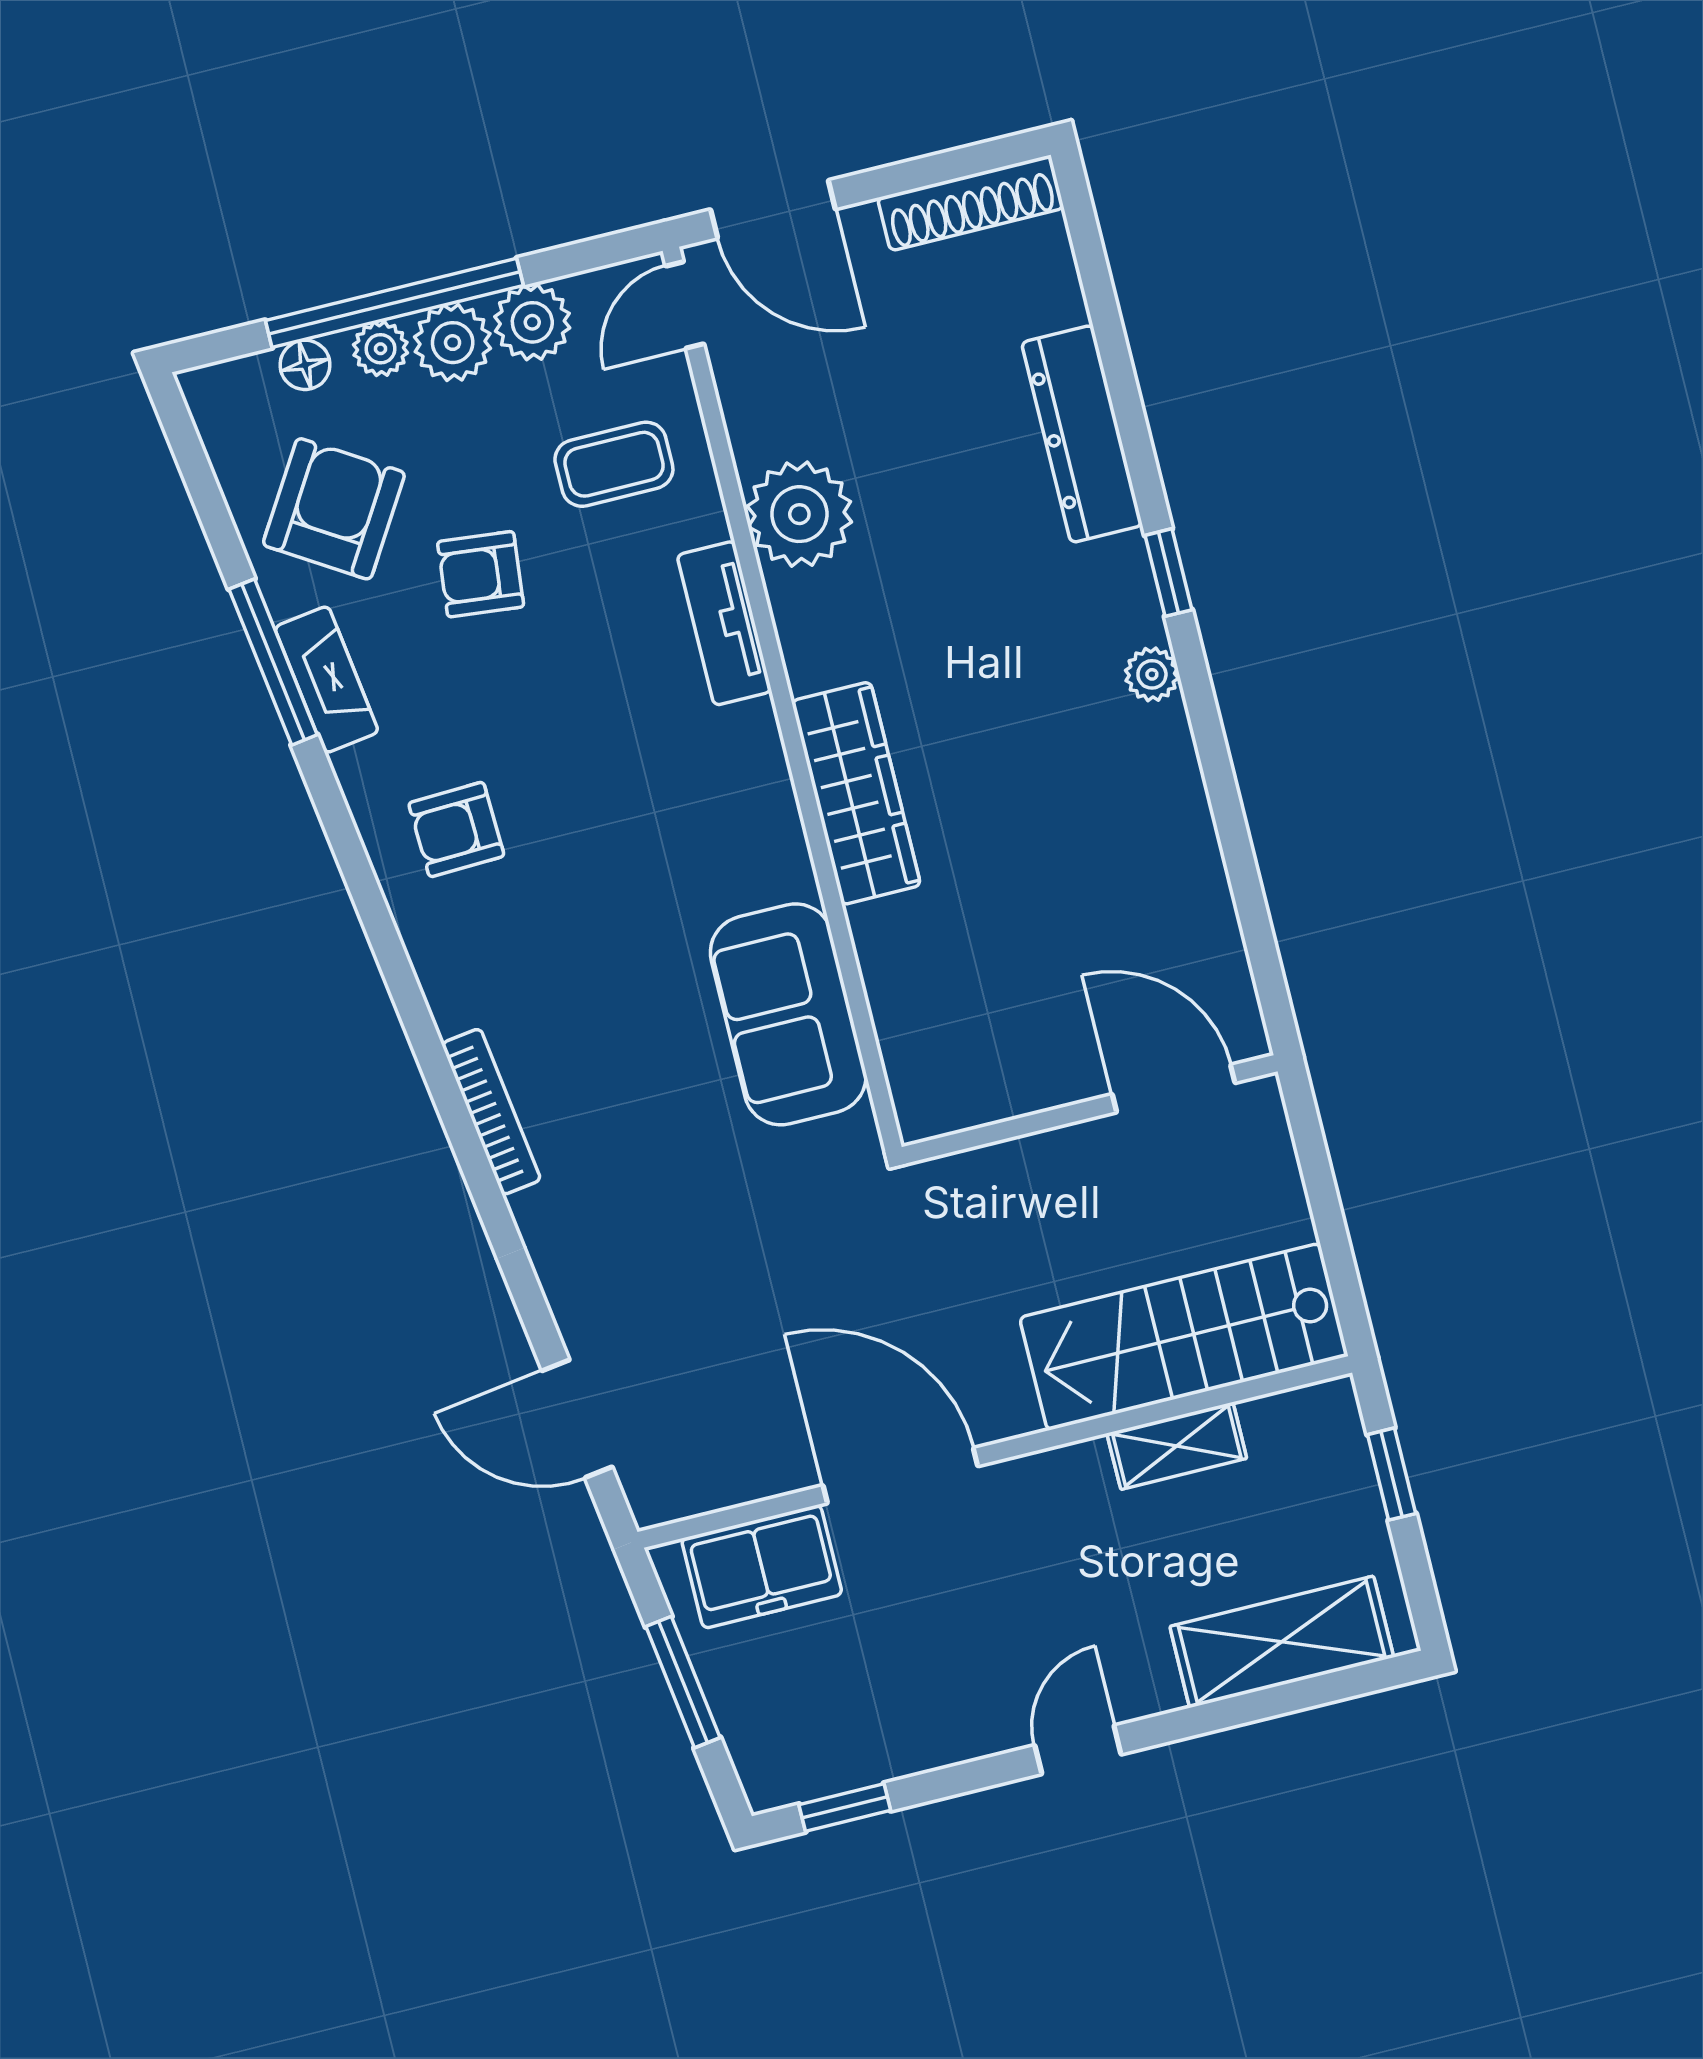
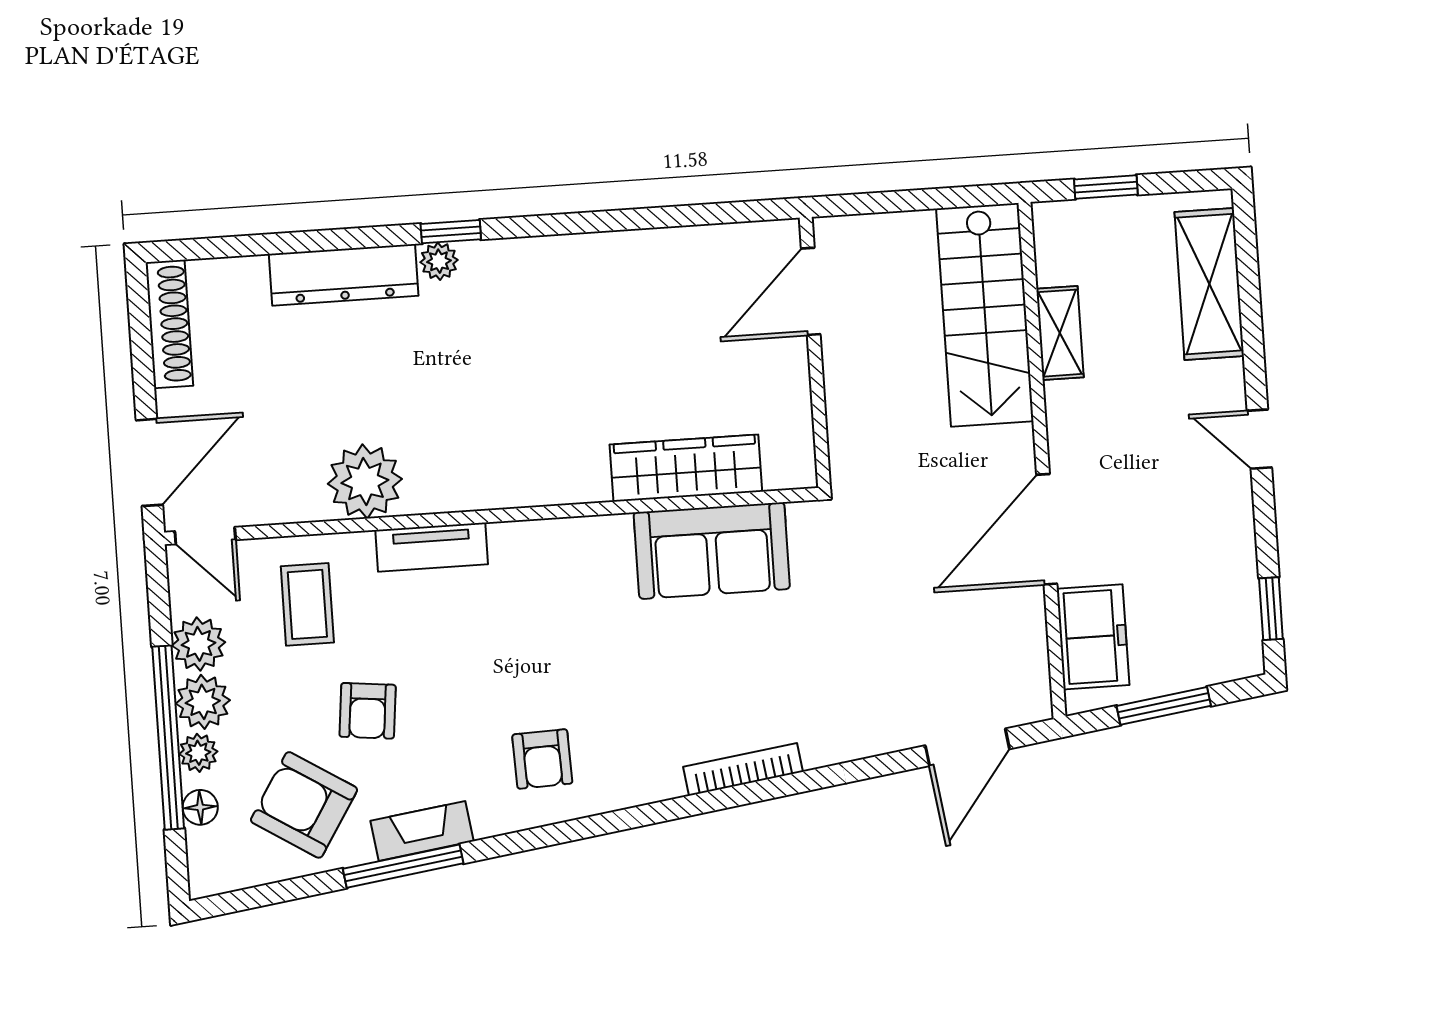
plant: (1152, 674) -> (439, 261), moved
wardrobe: (856, 793) -> (686, 468), moved

